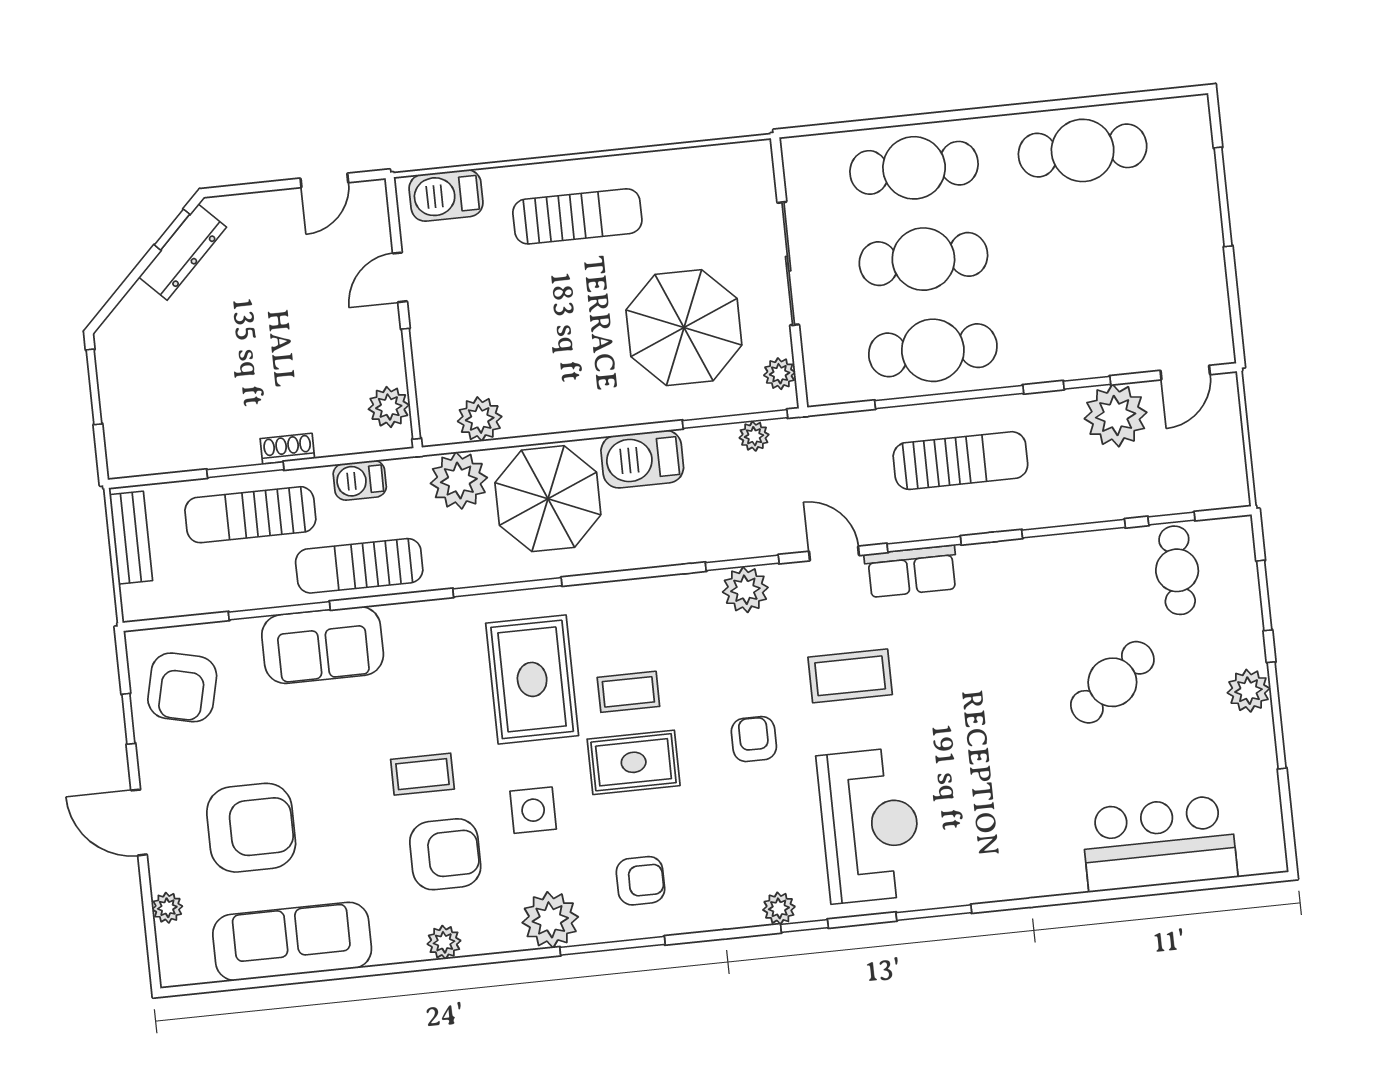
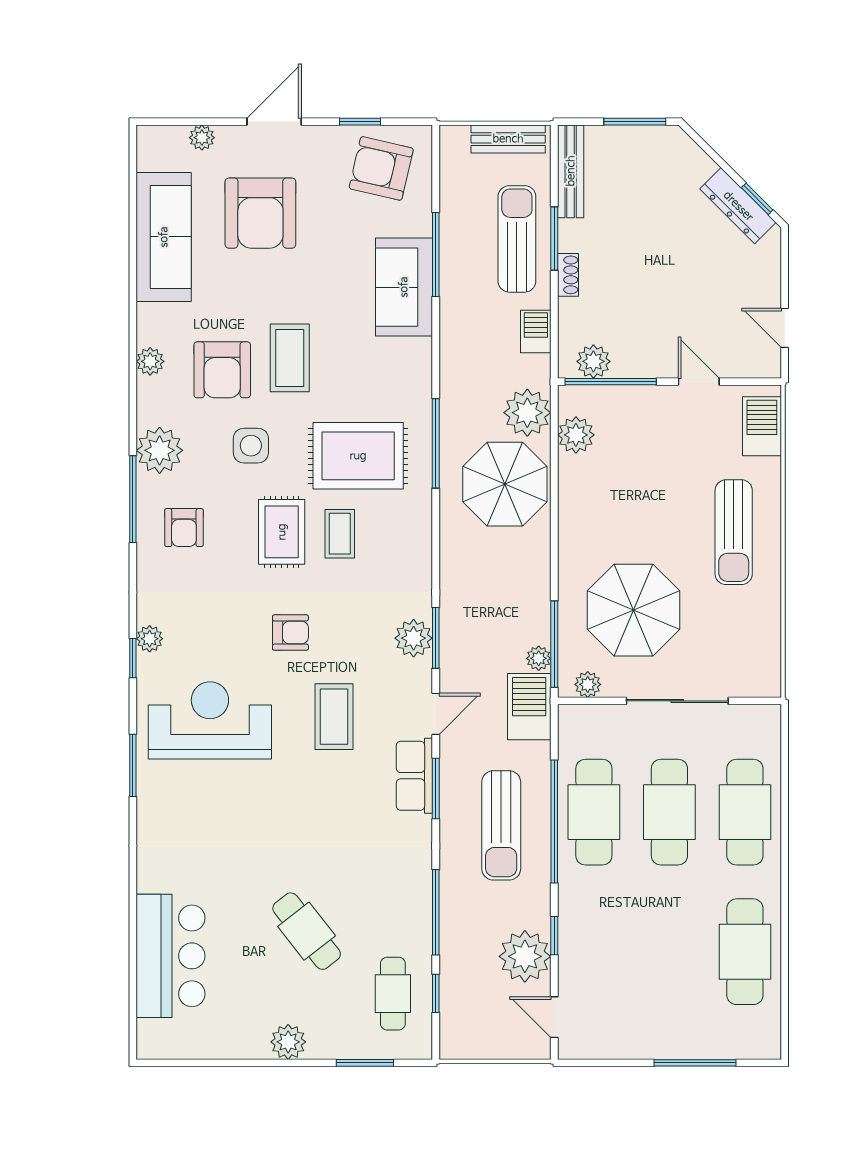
bench: (162, 458) -> (571, 171), added
barbecue: (642, 459) -> (529, 707), moved
sun lounger: (359, 566) -> (466, 324), removed
cafe table: (1177, 570) -> (393, 994), turned 90
window: (1277, 715) -> (266, 1063), removed
coffee table: (422, 774) -> (290, 358), width x1.36, depth x1.30
reception desk: (870, 825) -> (210, 720), turned 180

